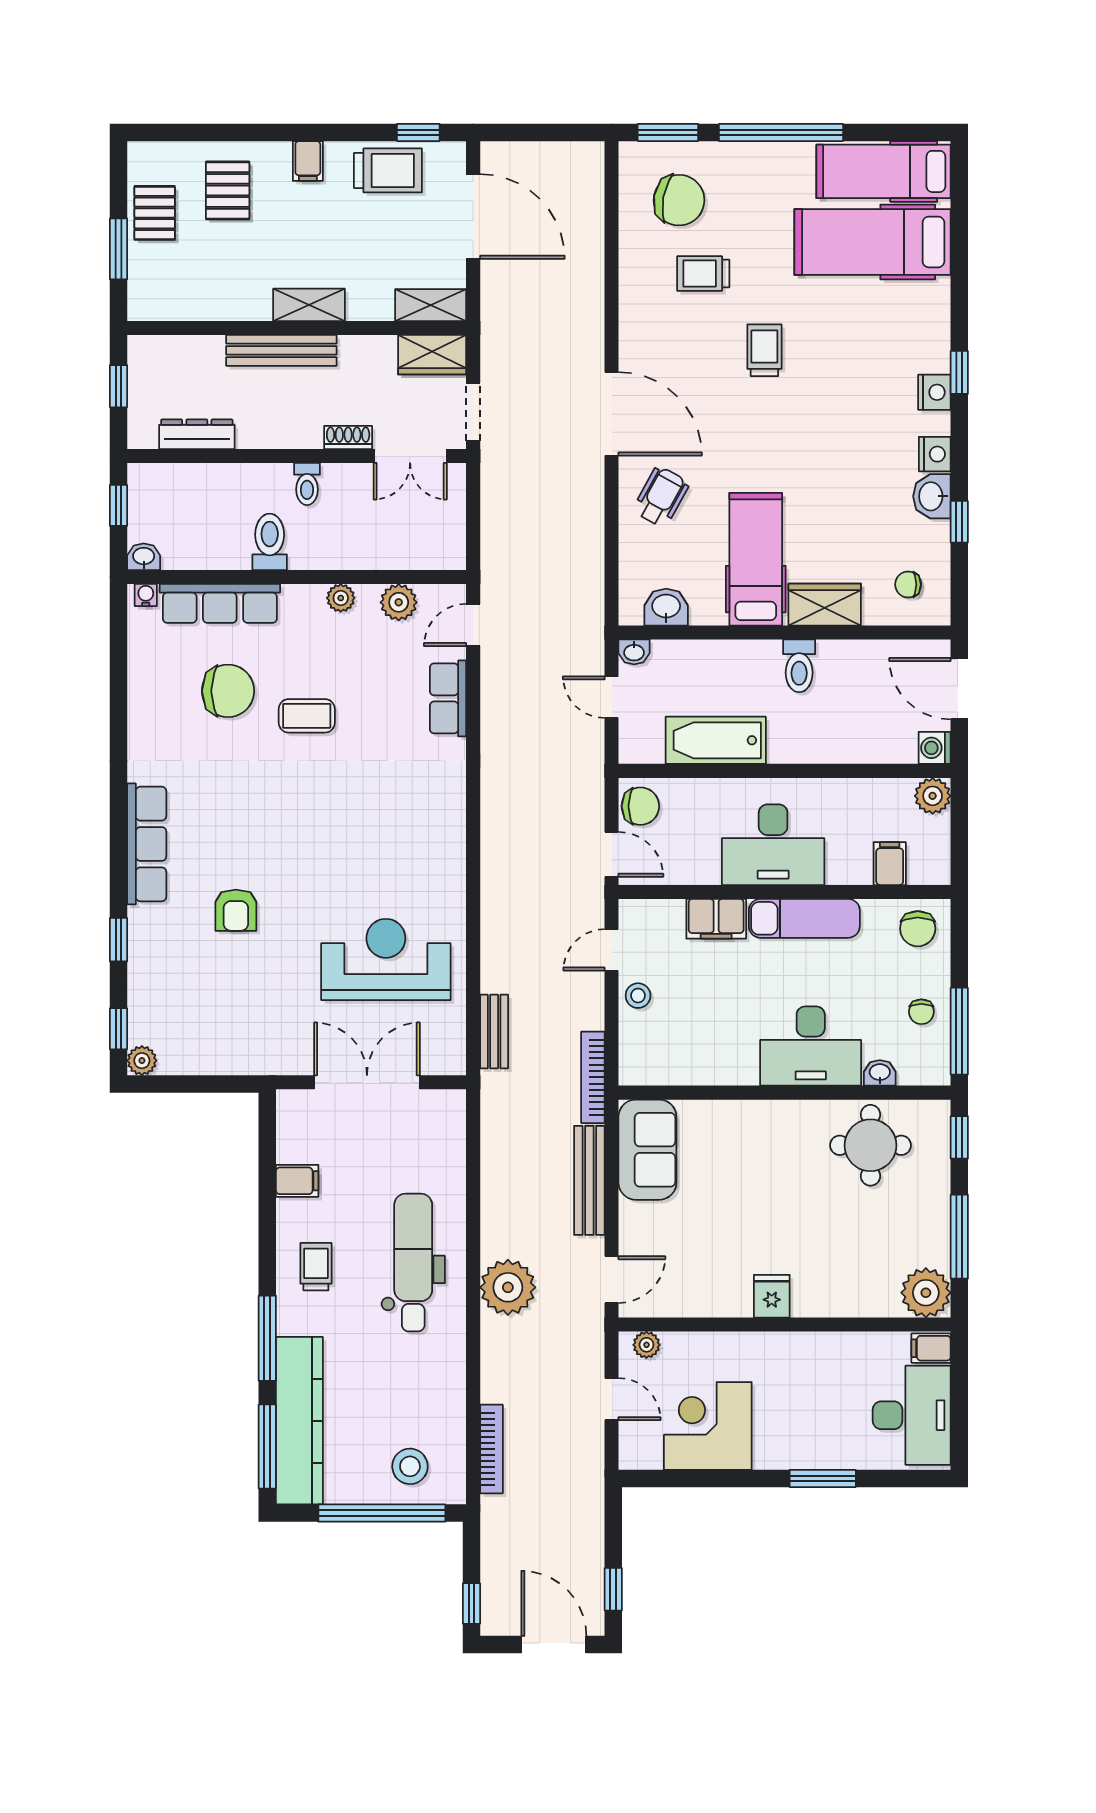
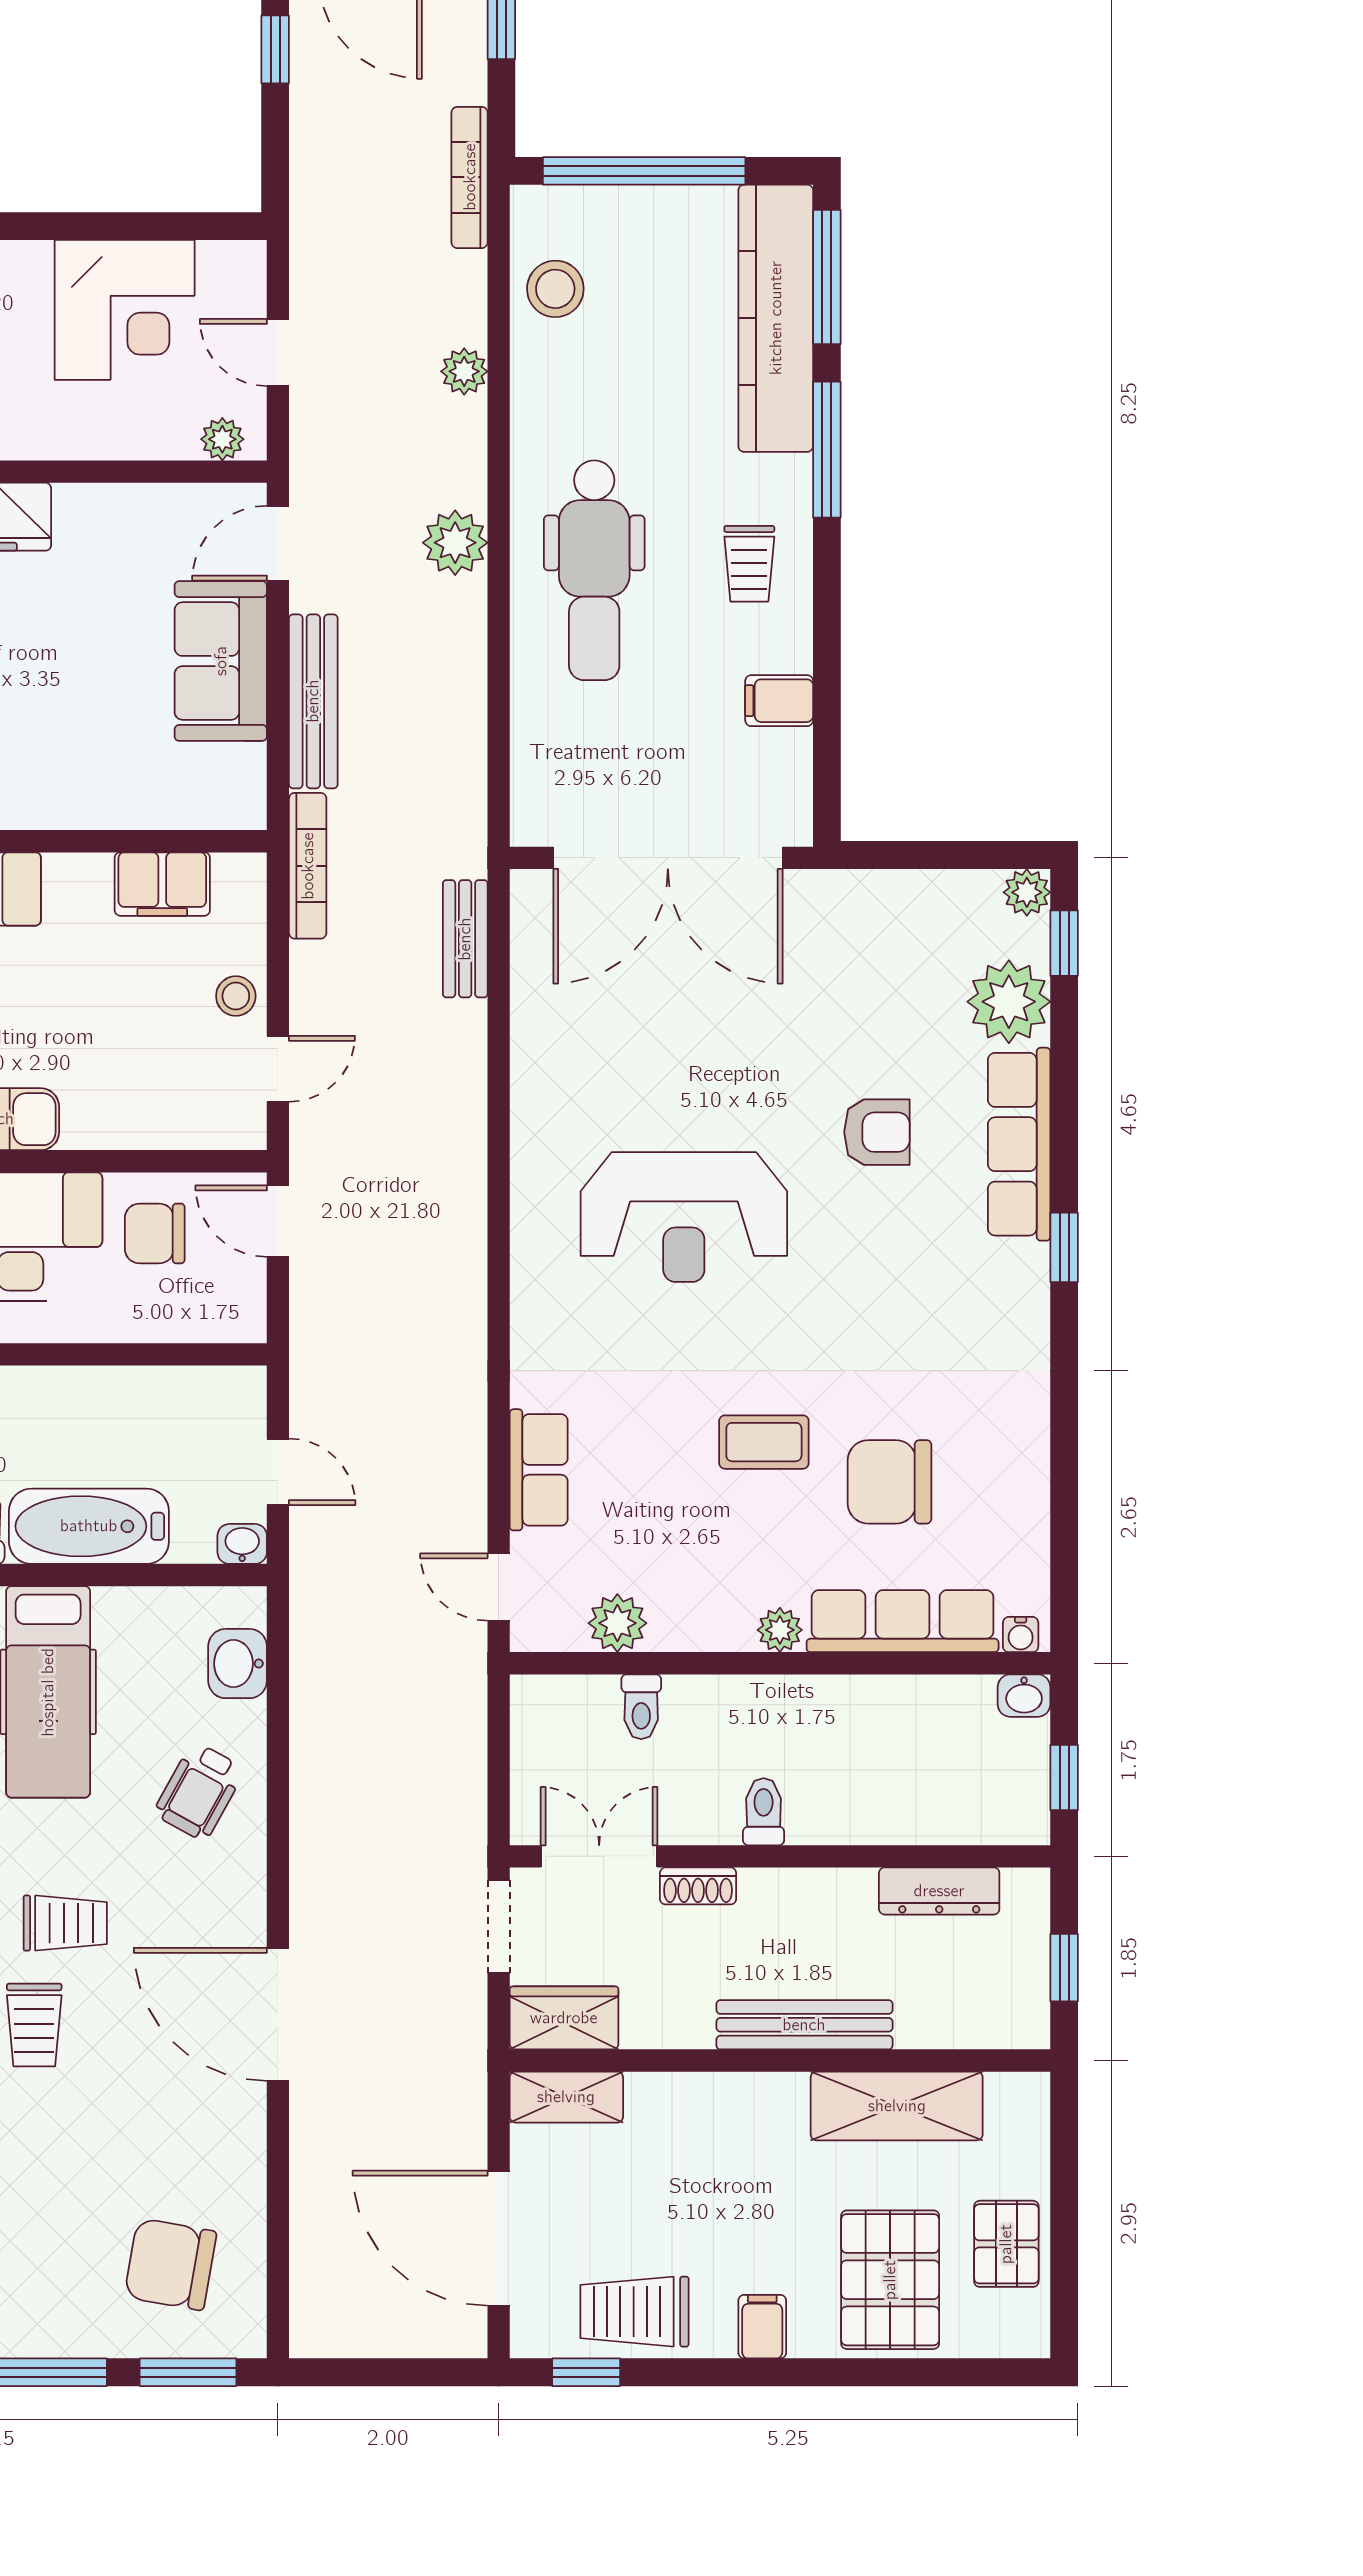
pallet: (228, 190) -> (890, 2280), width x1.50, depth x1.42
window: (118, 249) -> (1064, 2187), removed
trolley: (703, 274) -> (65, 1923), moved
shelving: (309, 305) -> (897, 2106), moved, width x1.50, depth x1.33
door: (612, 414) -> (278, 2014), moved
toilet: (270, 542) -> (641, 1707), moved, width x0.73, depth x0.72
plant: (341, 598) -> (780, 1630), moved
washbasin: (666, 607) -> (238, 1664), moved, turned 90
door: (473, 625) -> (499, 1587), swing flipped
bathtub: (716, 740) -> (89, 1526), moved, turned 180
chair: (640, 806) -> (155, 1233), moved
row of seats: (147, 844) -> (1019, 1144), moved
armchair: (236, 910) -> (877, 1132), turned 90
filing cabinet: (716, 919) -> (162, 884), moved, turned 180
window: (118, 940) -> (1064, 1247), moved
reception desk: (386, 959) -> (684, 1217), moved
plant: (153, 992) -> (1009, 1002), added
double door: (367, 1082) -> (668, 858), width x1.36
sofa: (647, 1150) -> (221, 661), moved
plant: (508, 1287) -> (455, 543), width x0.73, depth x0.73
plant: (495, 1387) -> (464, 371), added
bookcase: (491, 1449) -> (470, 177), moved
stool: (410, 1466) -> (555, 289), moved

